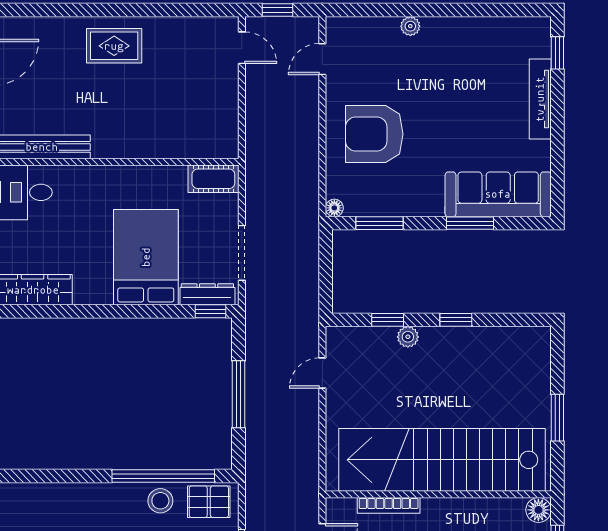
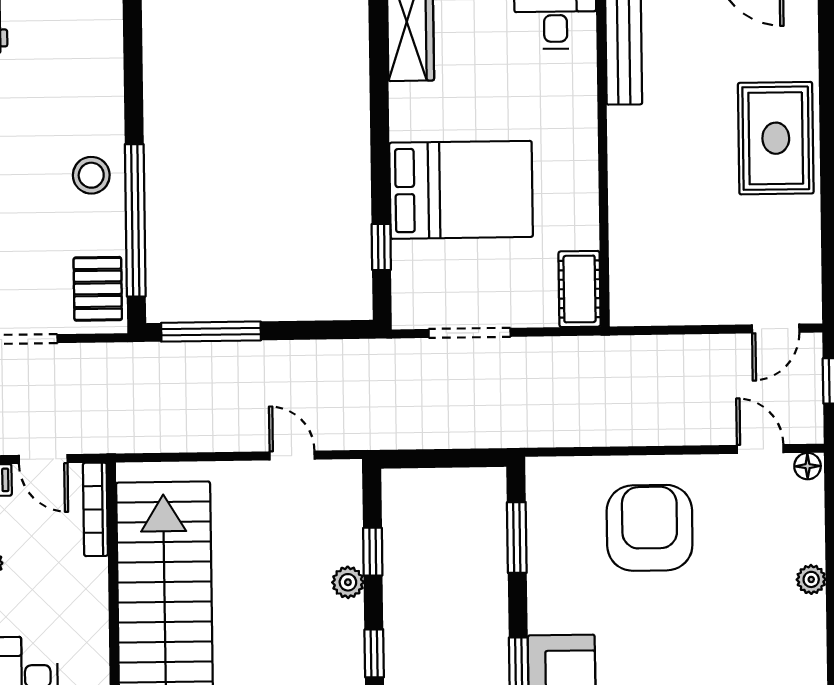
rug: (114, 46) -> (776, 138), width x1.36, depth x1.43
floor lamp: (334, 208) -> (808, 466), moved
dresser: (207, 294) -> (407, 282), removed
window: (211, 311) -> (381, 247), moved
window: (239, 394) -> (211, 332), moved
stool: (160, 501) -> (91, 175), moved
bookcase: (389, 505) -> (95, 509), moved

